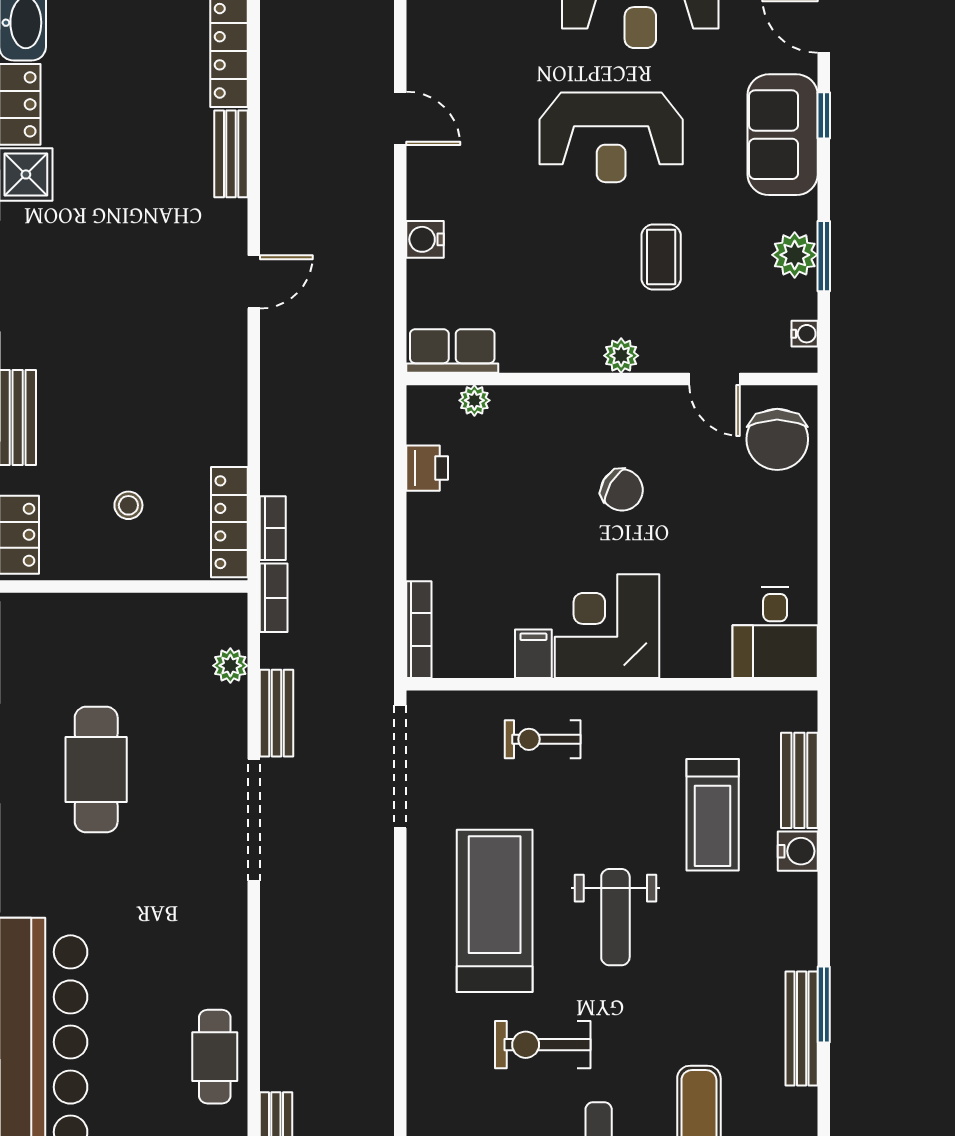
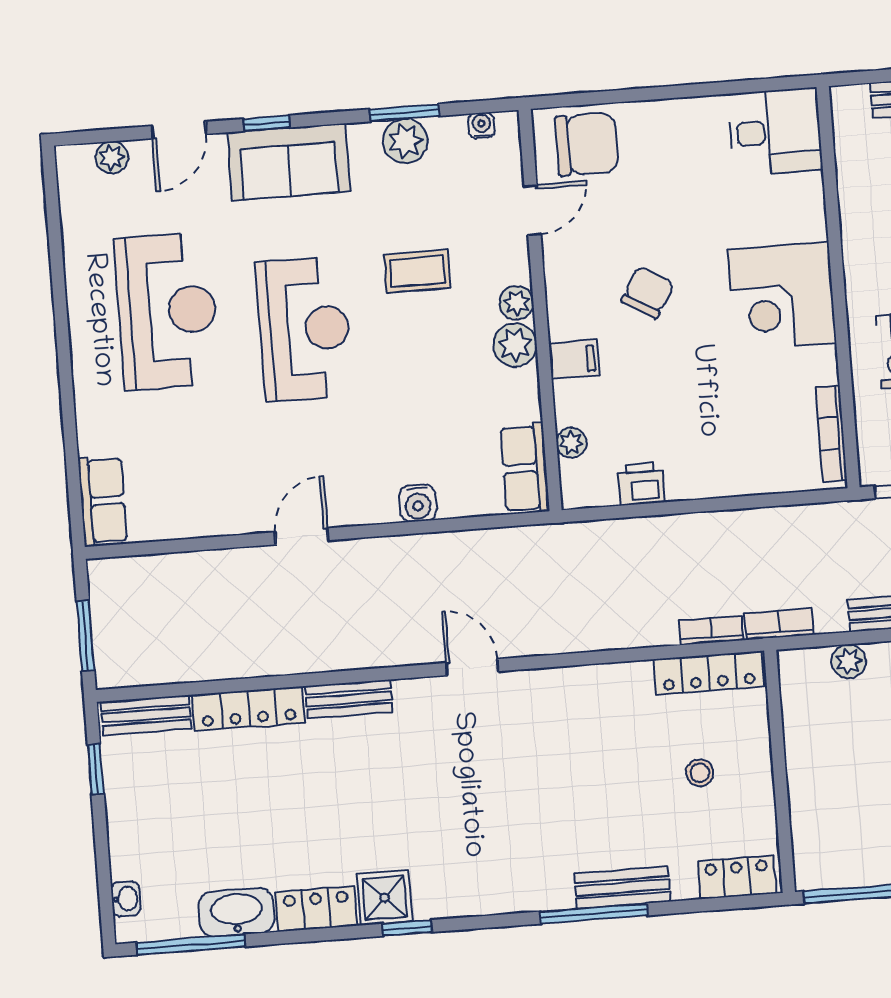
plant: (578, 351) -> (515, 345), added
bookcase: (419, 630) -> (831, 434), moved, turned -90
filing cabinet: (533, 654) -> (574, 360), moved, turned 180

